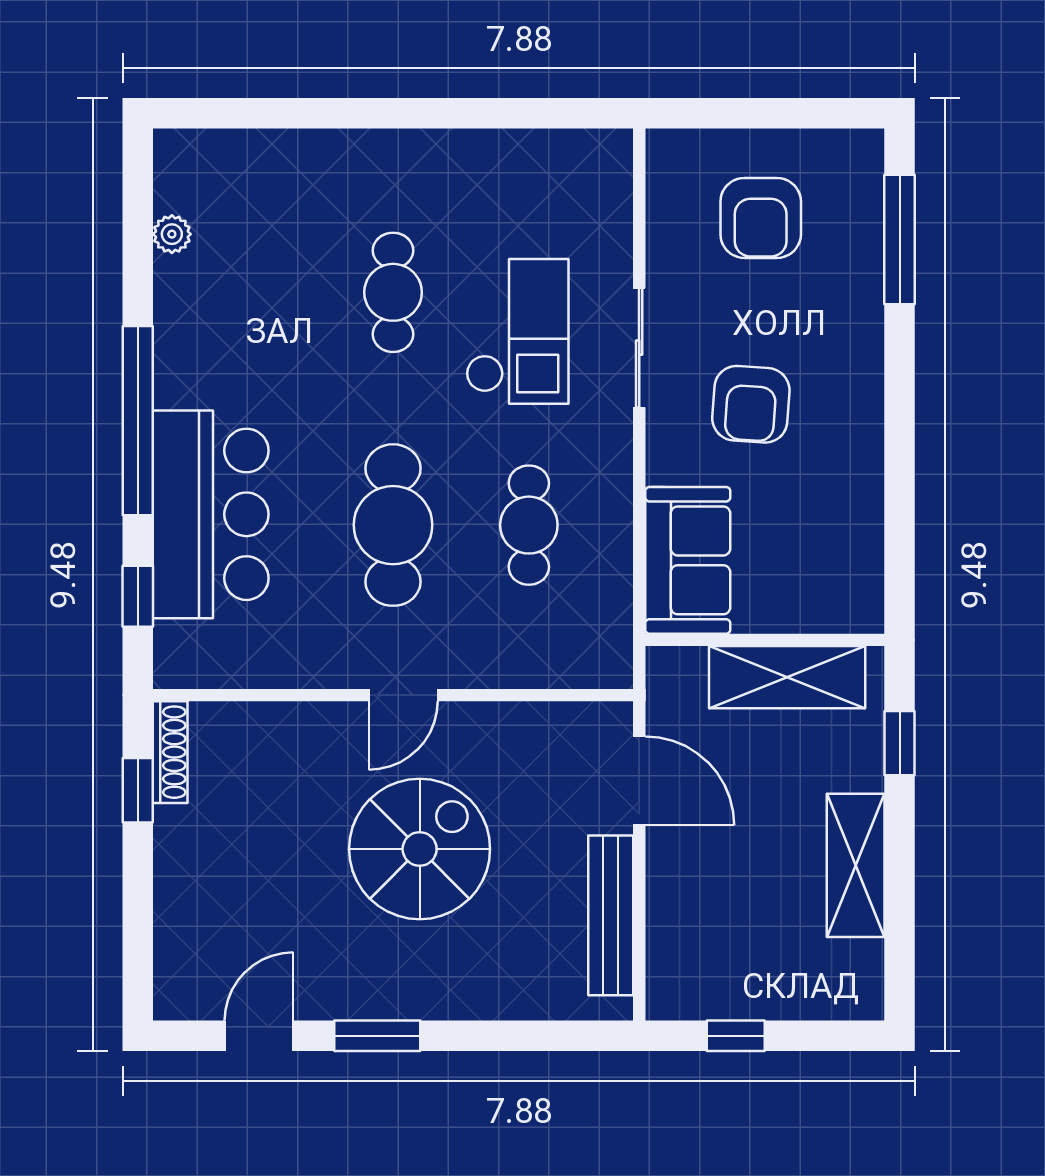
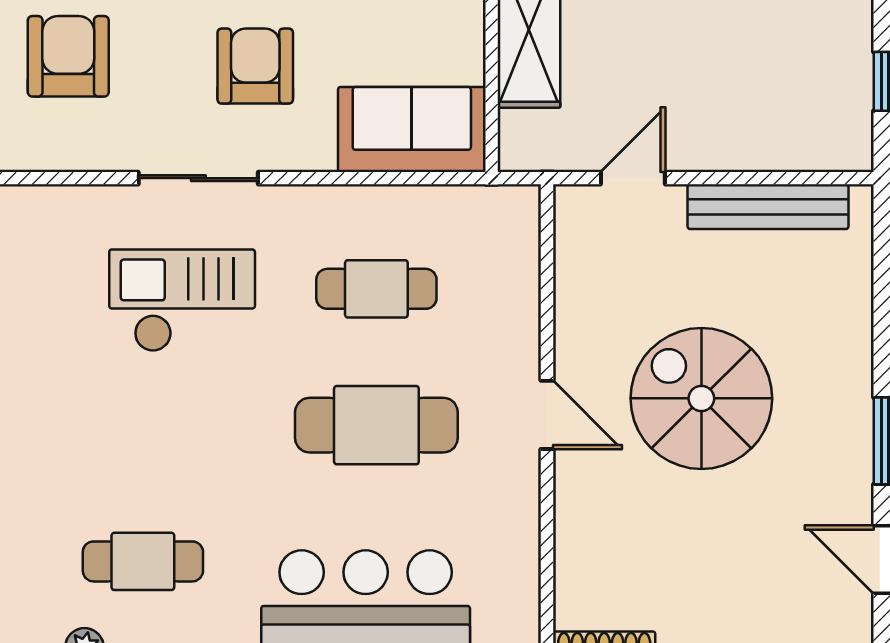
armchair: (761, 218) -> (68, 56), turned -90
cafe table: (393, 292) -> (143, 561), moved
armchair: (751, 404) -> (255, 66), turned -94
door: (639, 781) -> (633, 178), width x0.73

